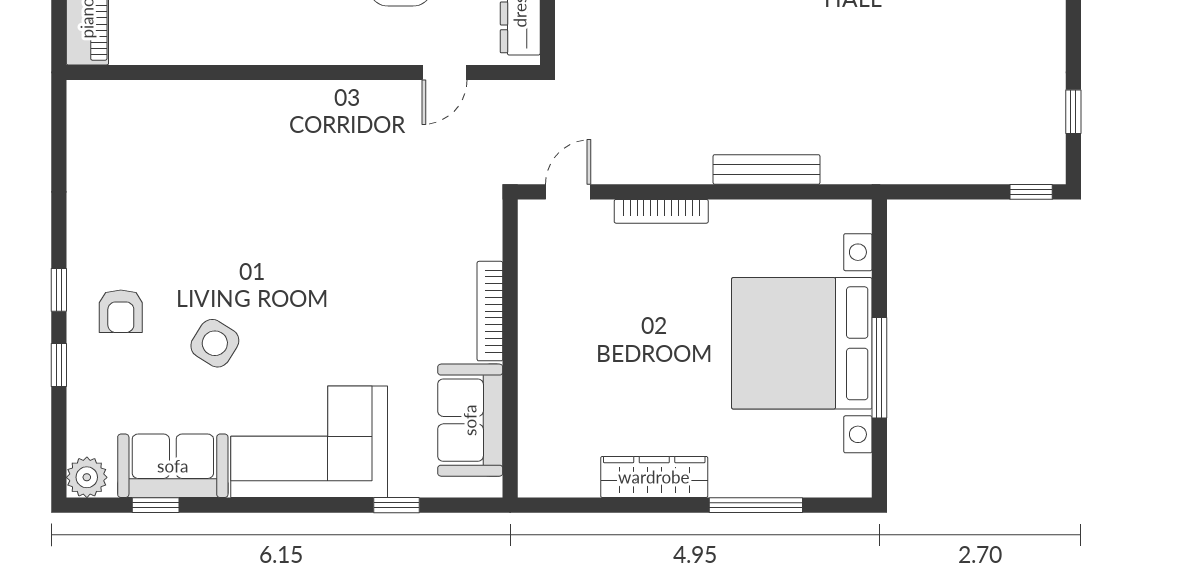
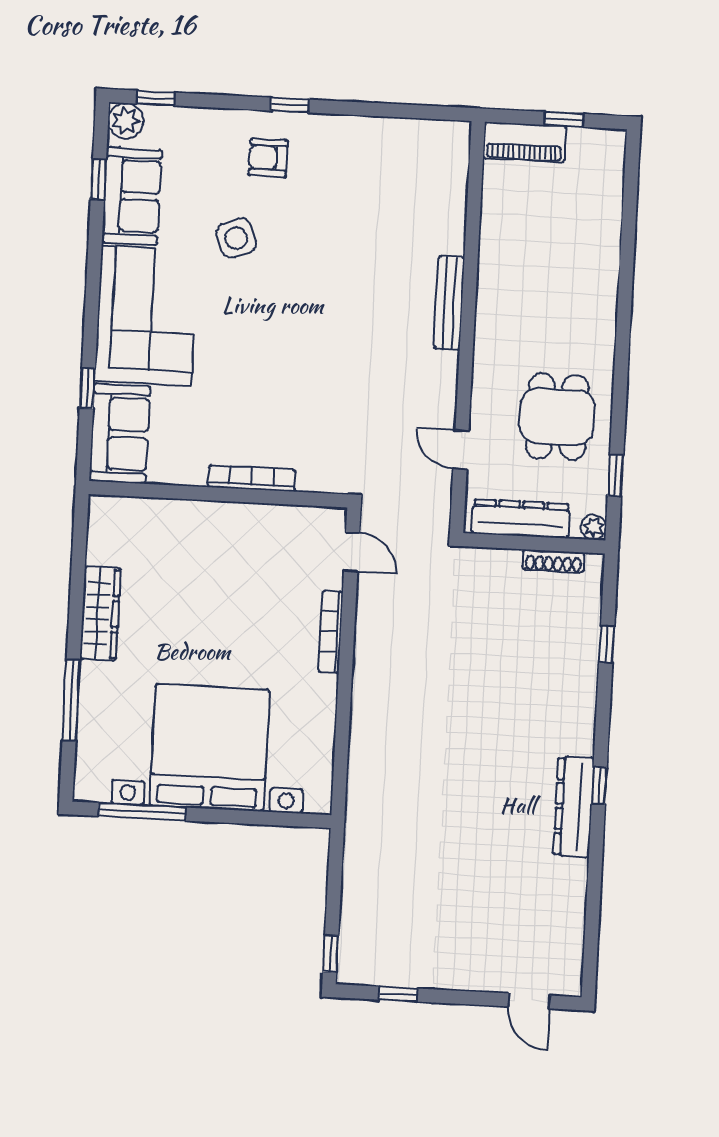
bench: (767, 169) -> (449, 303), moved
side table: (215, 343) -> (236, 238), turned 36
window: (59, 365) -> (156, 98), moved
window: (879, 368) -> (142, 812), moved
sofa: (470, 420) -> (120, 434), moved, turned 90

